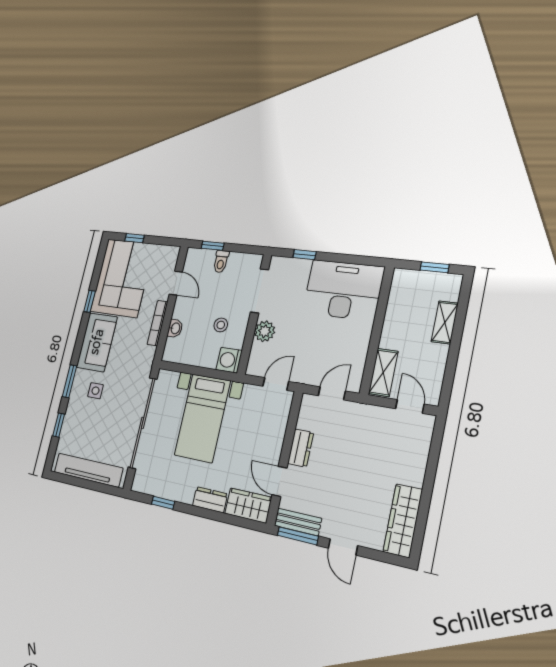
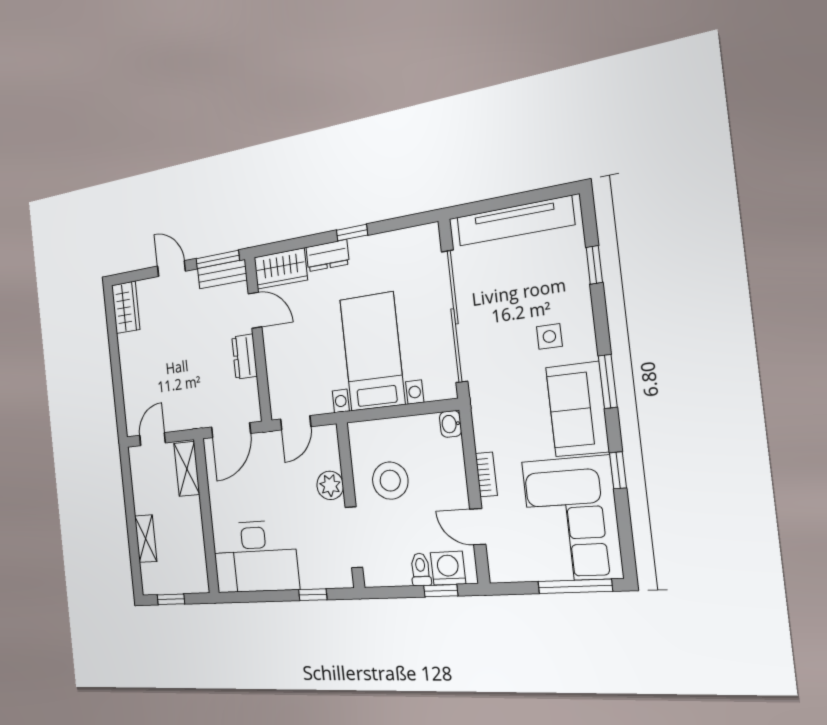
window: (134, 238) -> (575, 586), width x2.17
bookcase: (157, 323) -> (486, 474), width x0.64
stool: (221, 325) -> (390, 481), width x1.89, depth x1.89
washbasin: (175, 328) -> (451, 424), moved
washing machine: (229, 360) -> (448, 568), moved, turned -90
window: (70, 381) -> (608, 382), moved
door: (332, 393) -> (231, 430), width x1.37
door: (410, 406) -> (153, 439), swing flipped
window: (163, 503) -> (352, 233), moved
wardrobe: (403, 521) -> (126, 307), width x0.67

